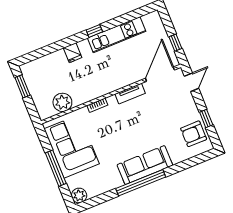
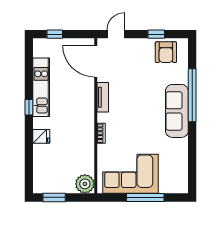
window: (175, 43) -> (55, 34), moved
door: (192, 82) -> (116, 34), hinge flipped
plant: (62, 102) -> (85, 184), moved
window: (141, 183) -> (192, 95), moved
plant: (79, 196) -> (180, 186), removed

